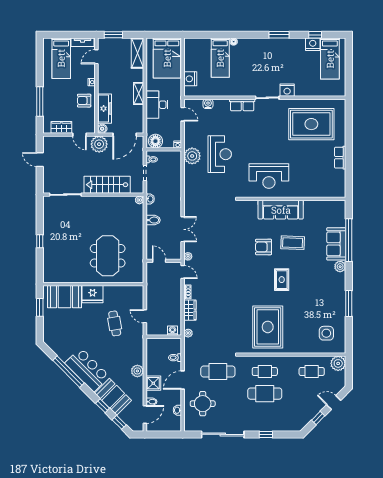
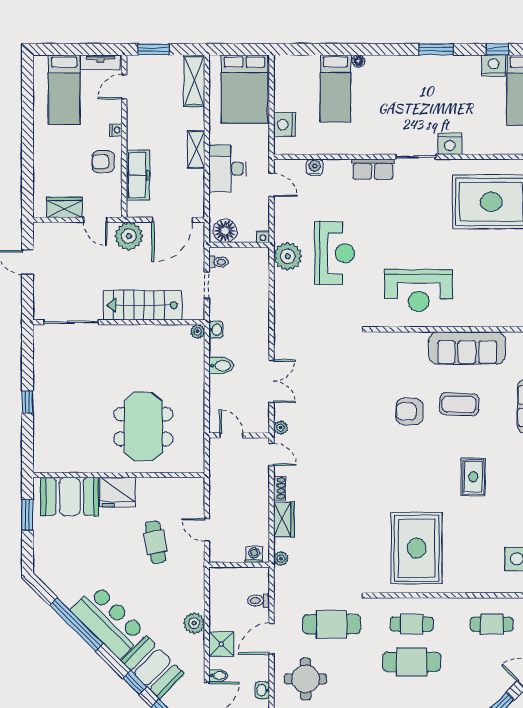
window: (40, 102) -> (27, 163), removed
boiler: (102, 129) -> (134, 210), removed
sofa: (281, 210) -> (467, 348), moved
rug: (282, 280) -> (473, 477), moved

